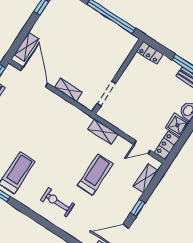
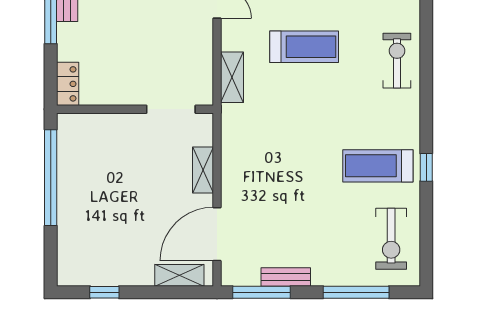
treadmill: (95, 175) -> (304, 47), turned 180
exercise bike: (58, 202) -> (397, 61), moved, turned 180

